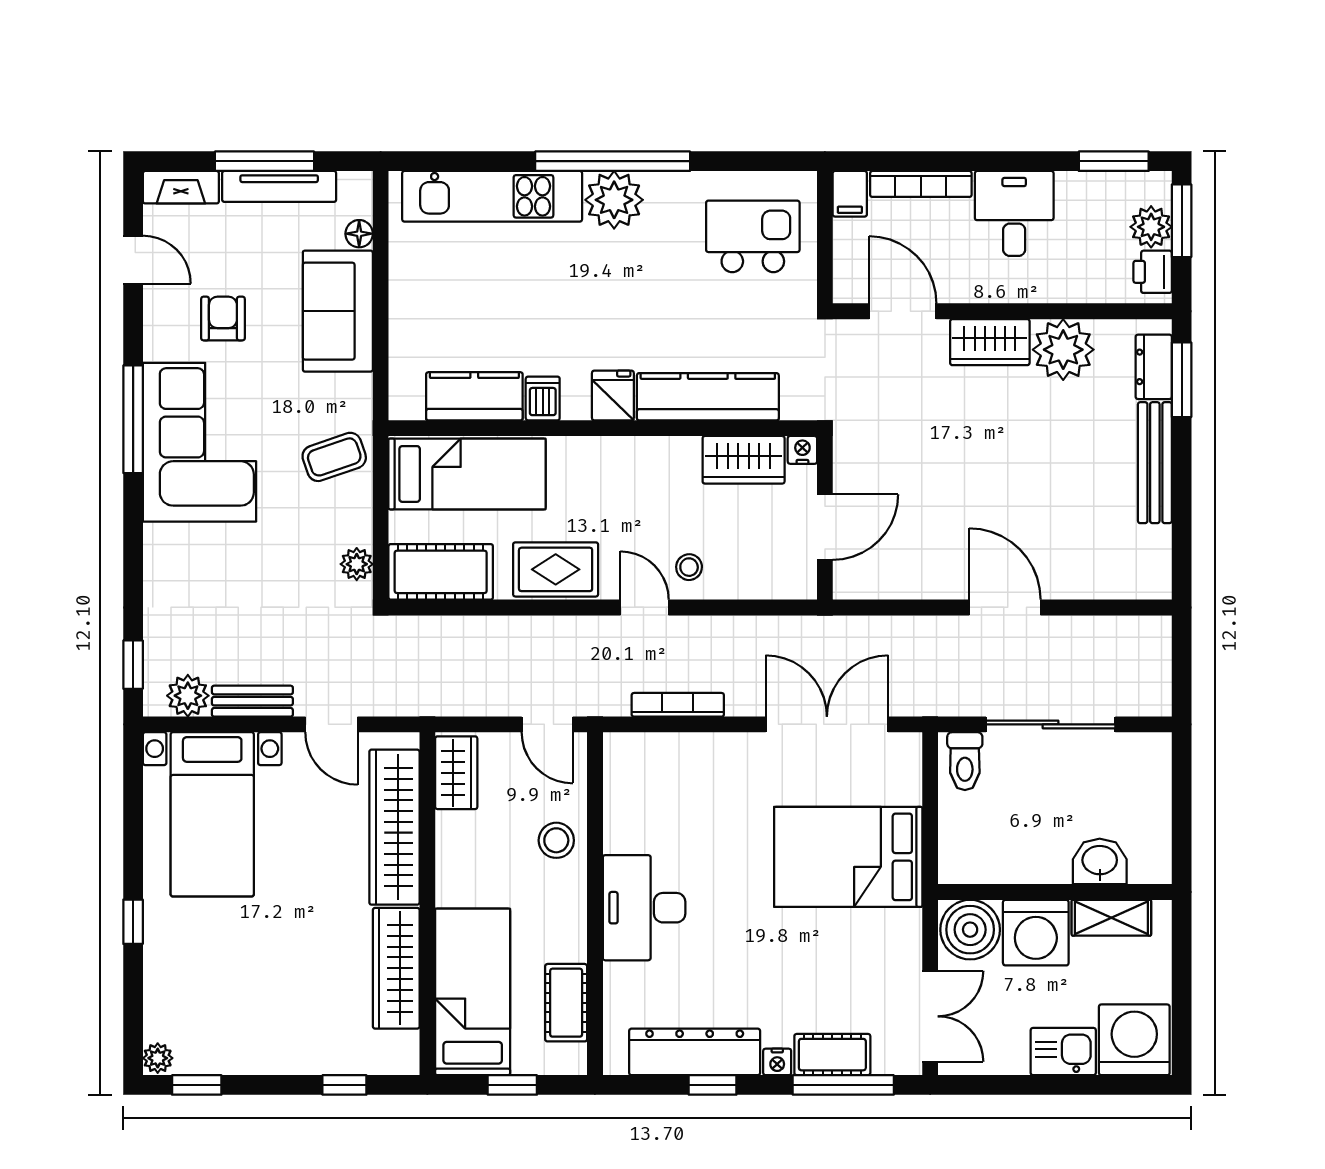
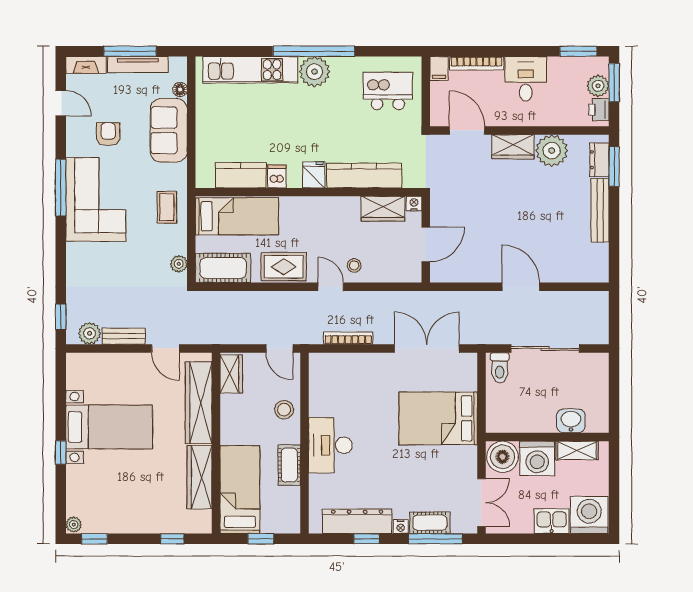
coffee table: (334, 457) -> (167, 207), turned -71
bed with nightstands: (212, 814) -> (109, 427), moved, turned -90
cot: (566, 1003) -> (289, 465), moved

